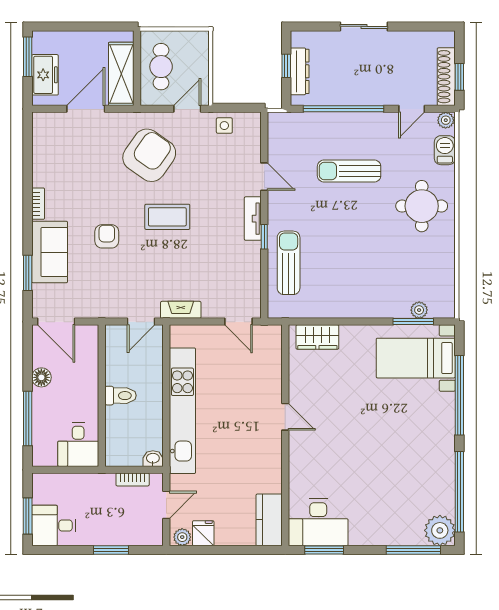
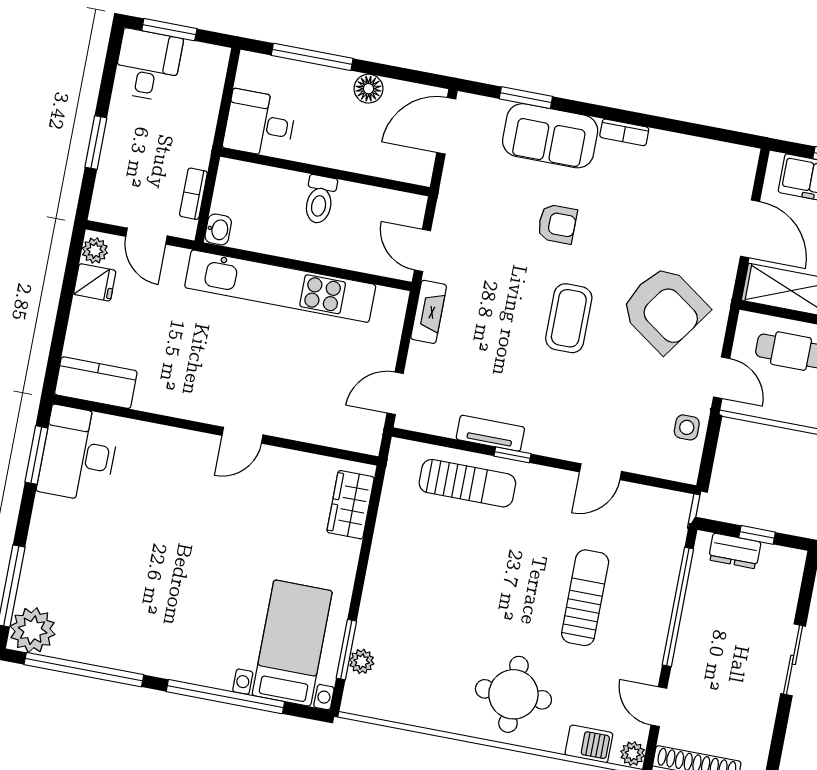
dresser: (300, 71) -> (735, 551), width x0.70
tv unit: (253, 219) -> (490, 433), moved

